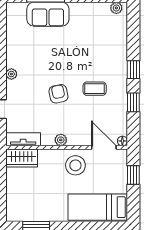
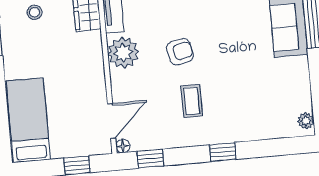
window: (133, 102) -> (150, 159), moved
plant: (61, 140) -> (123, 53), width x1.88, depth x1.88
stool: (75, 165) -> (35, 12), moved, width x0.53, depth x0.53

